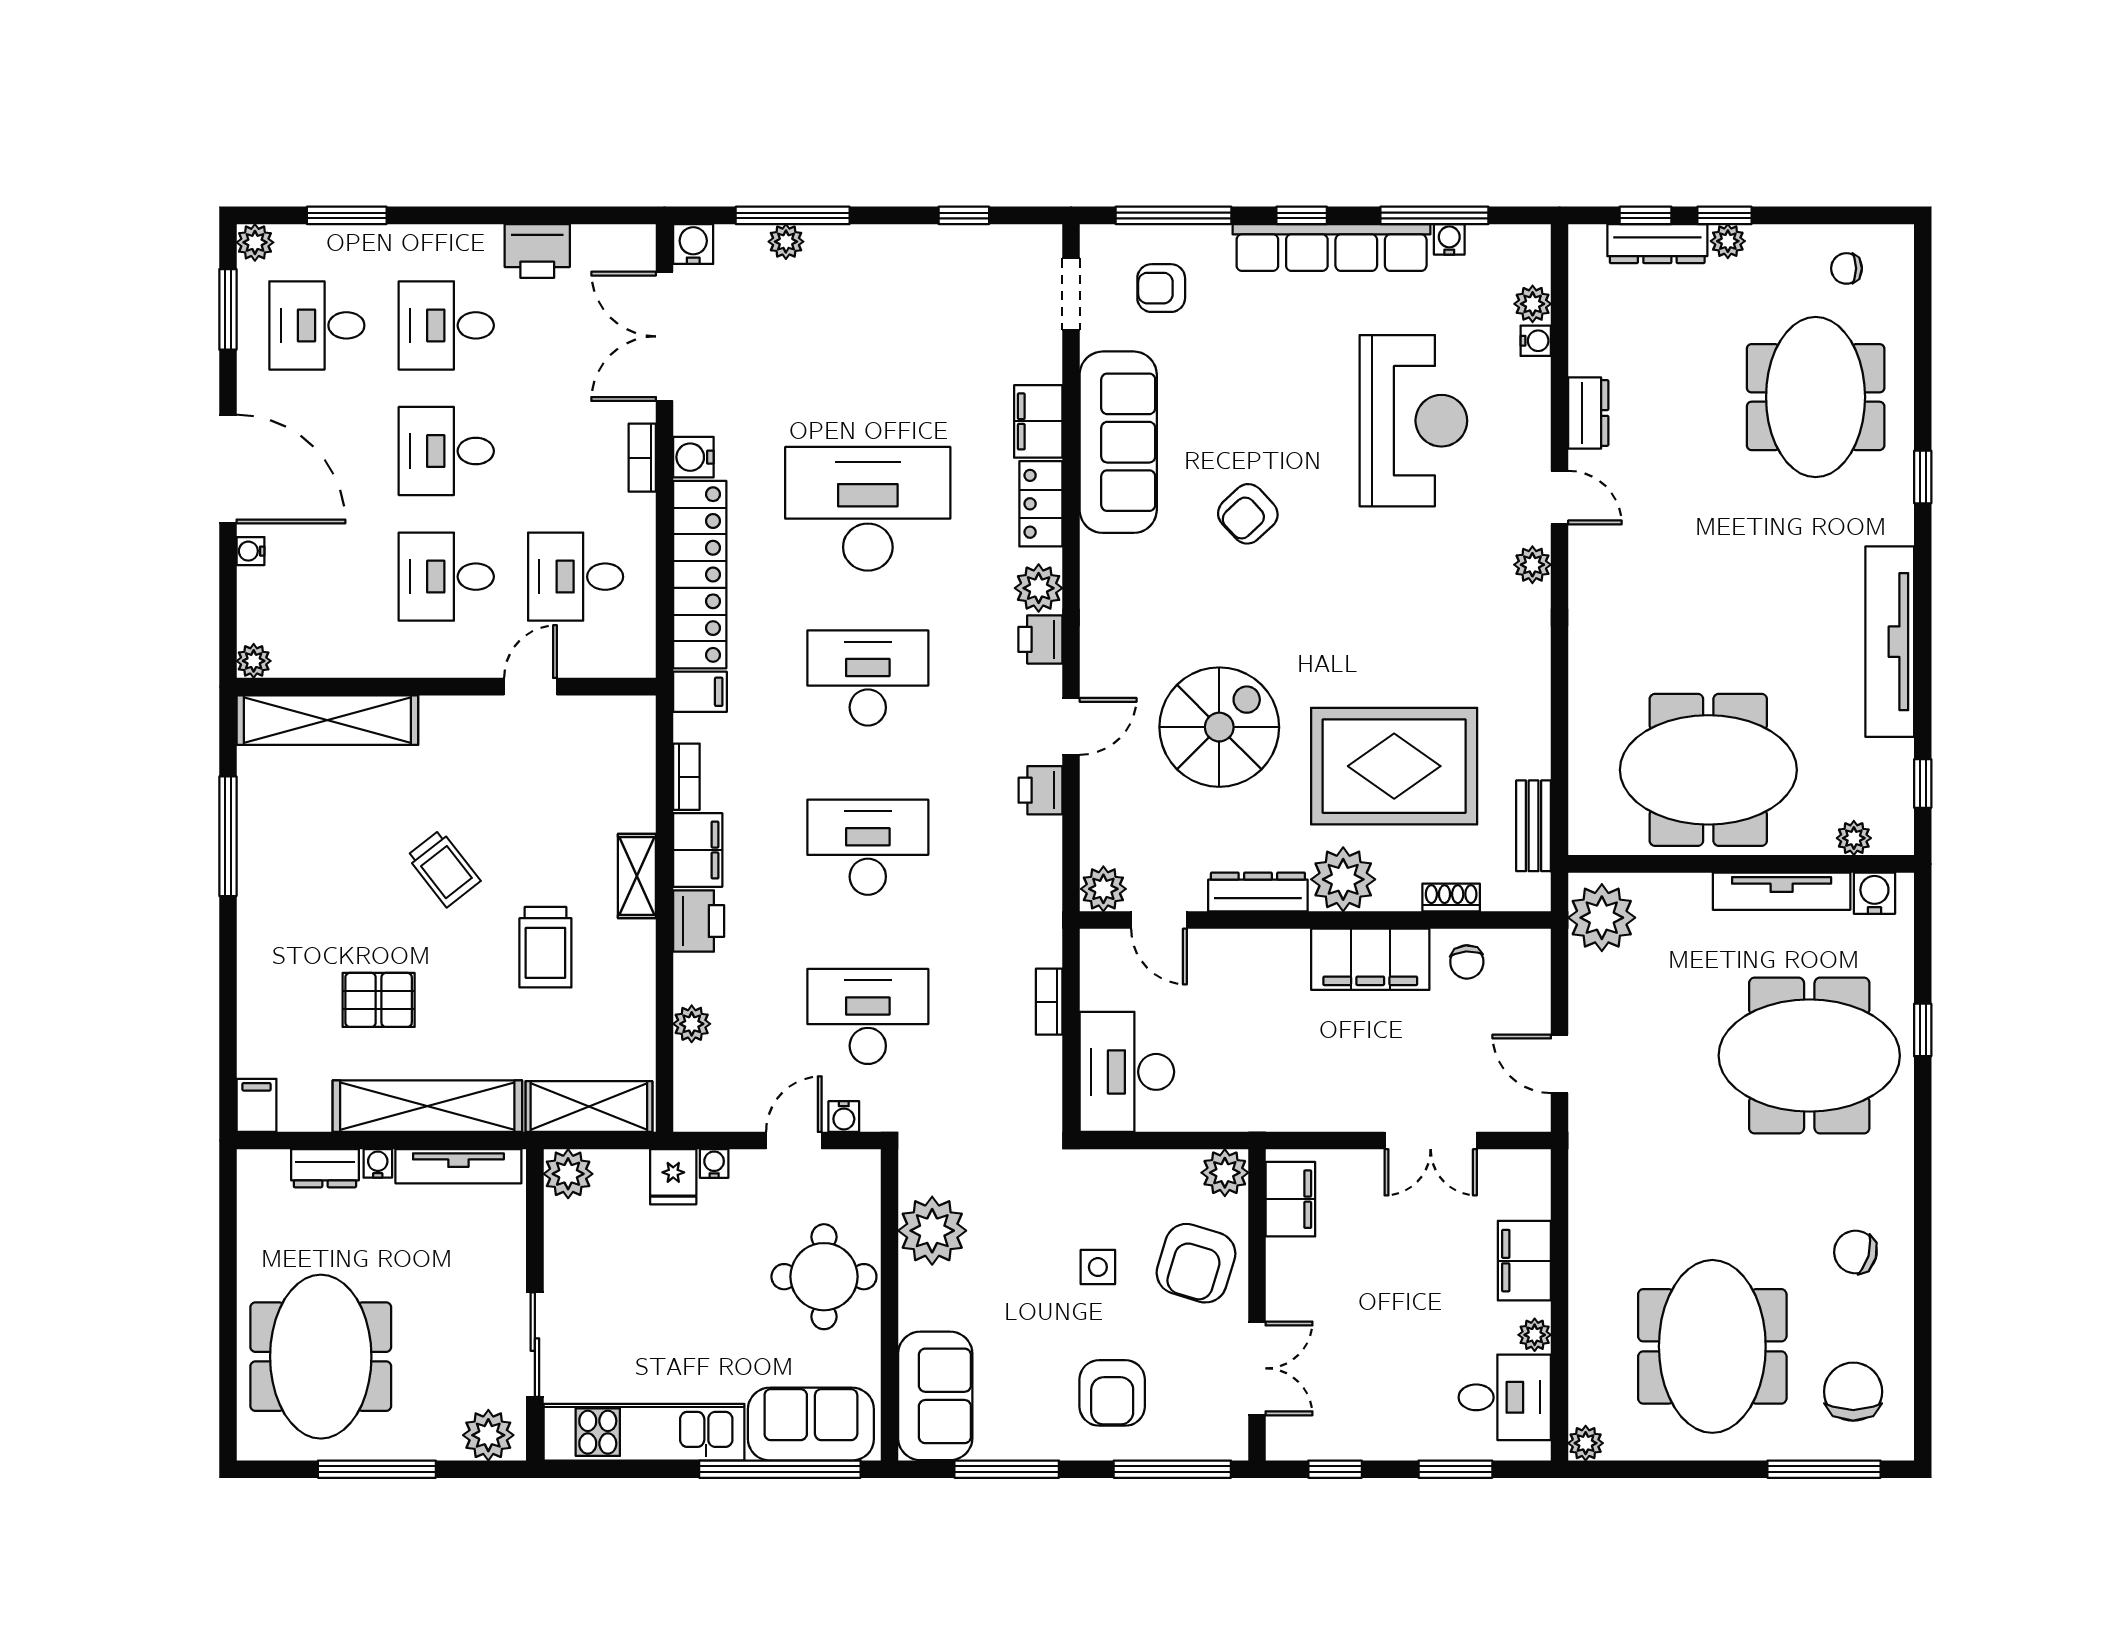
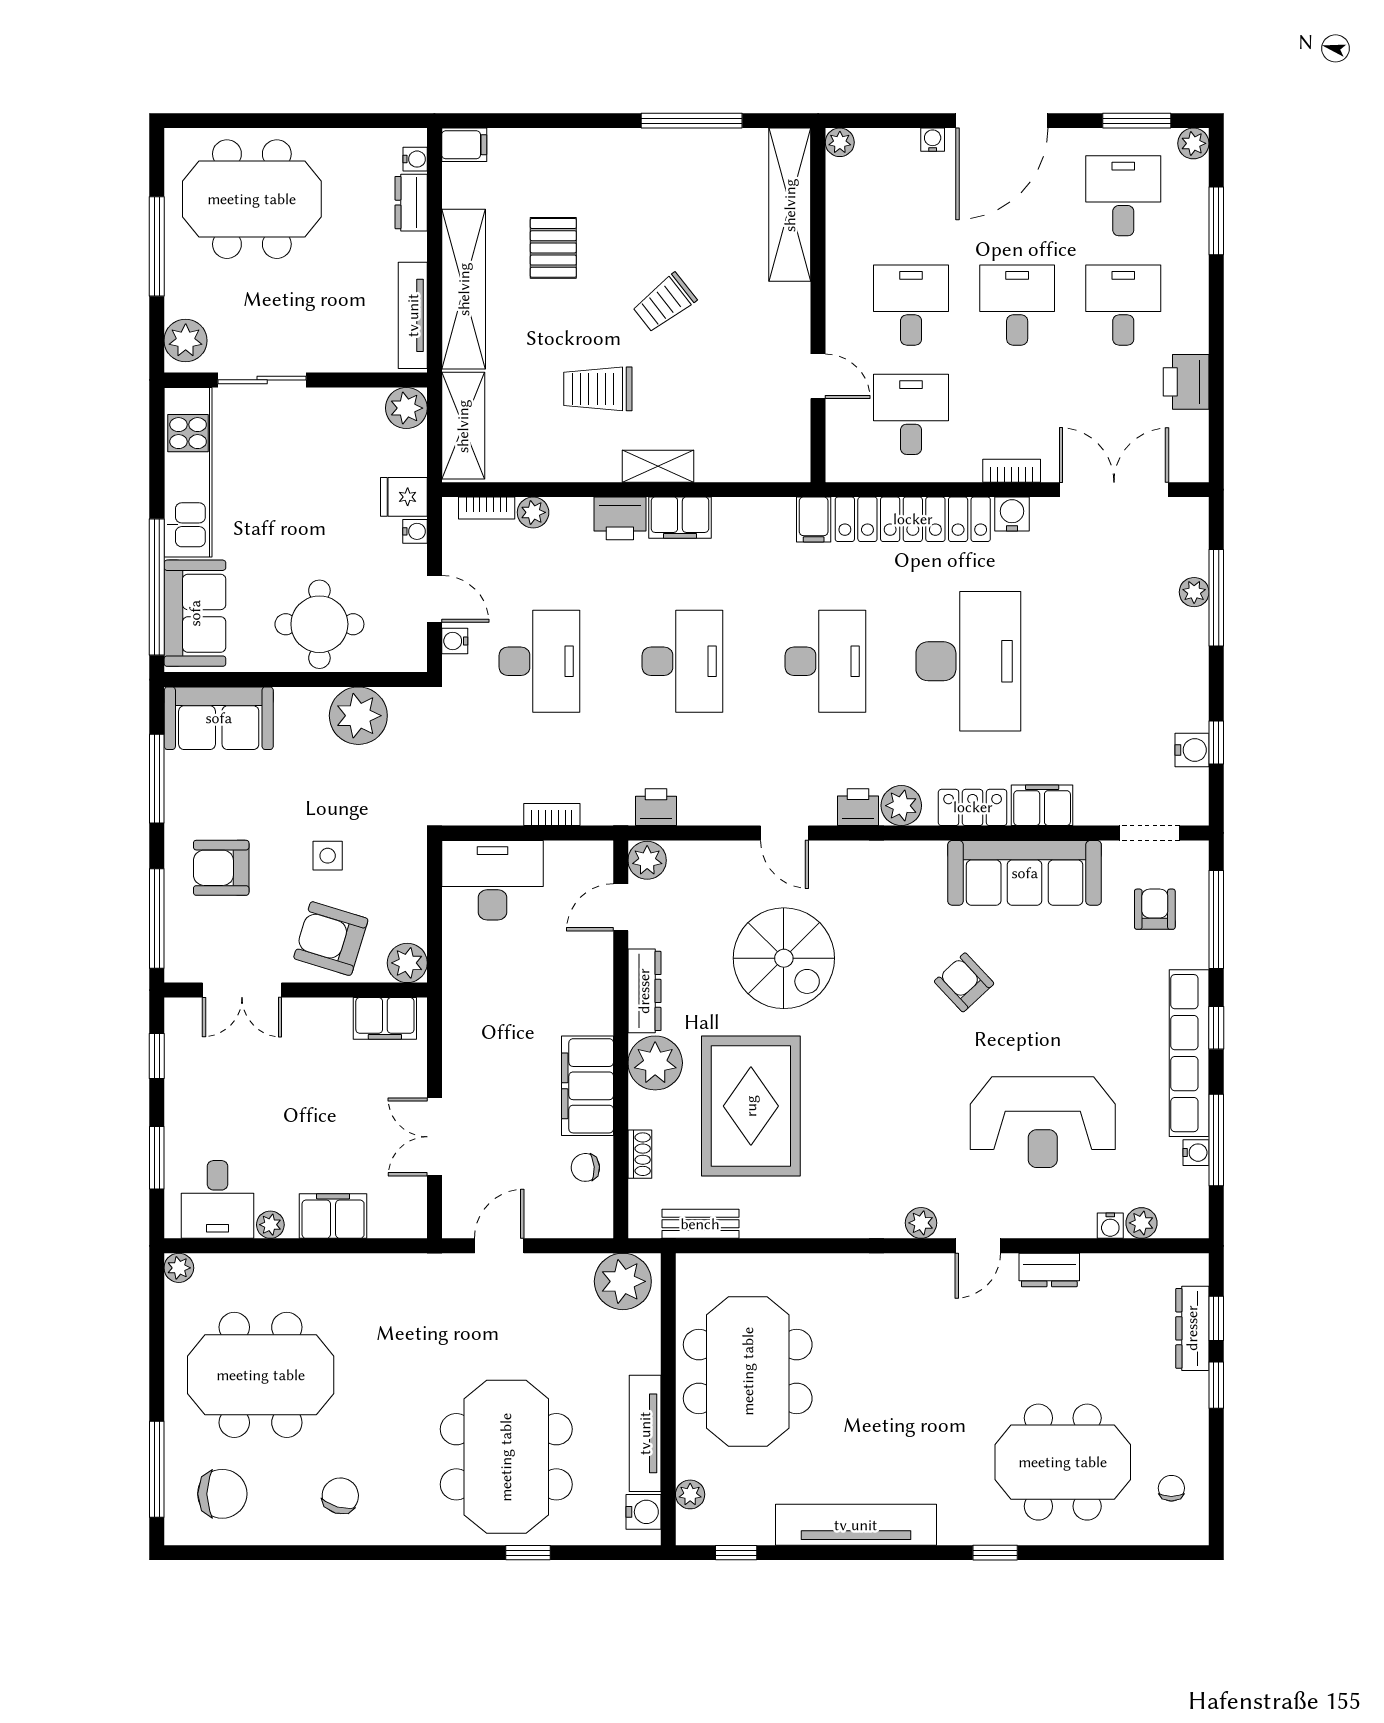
plant: (1728, 241) -> (1194, 1388), removed
water cooler: (693, 244) -> (1192, 750), moved
bookcase: (686, 777) -> (487, 508), moved
printer: (1040, 790) -> (656, 807), moved
water cooler: (378, 1163) -> (415, 159), moved

